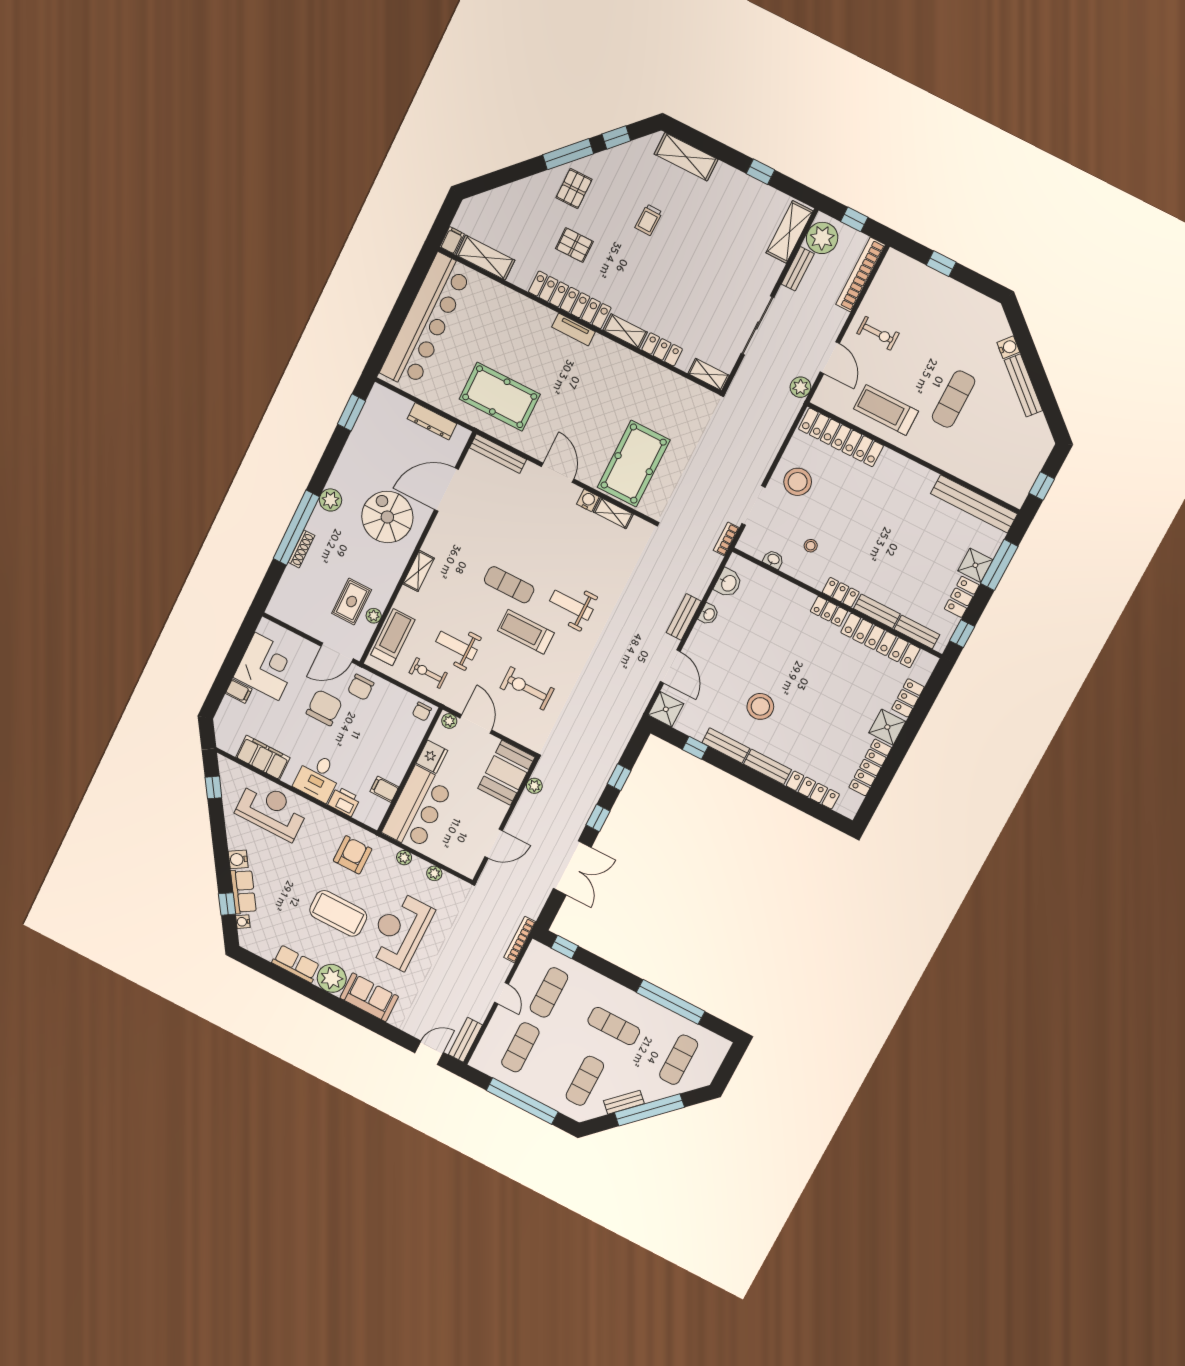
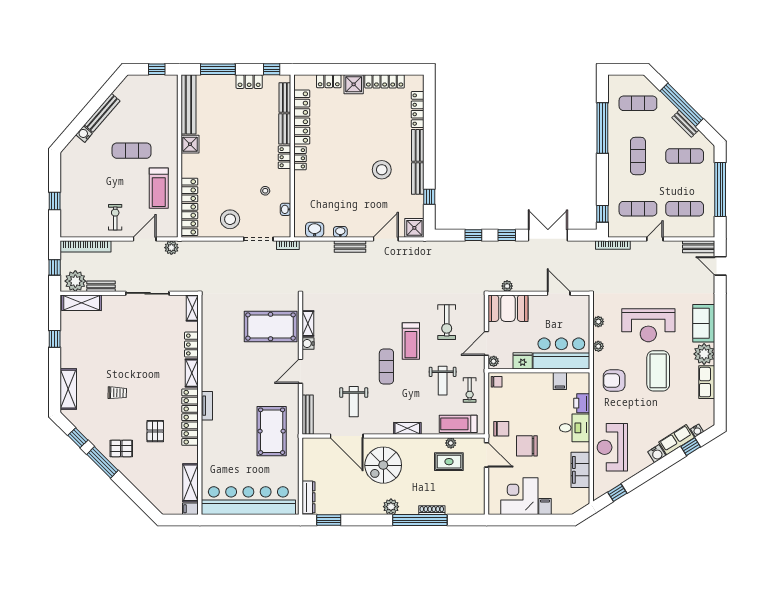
dresser: (432, 421) -> (308, 497), moved
shower: (975, 565) -> (190, 144), moved
weight bench: (571, 605) -> (354, 402), moved

